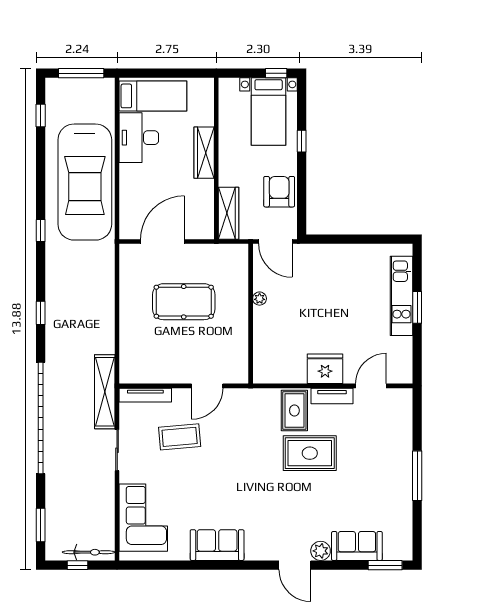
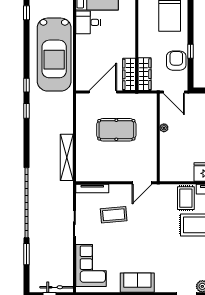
desk: (139, 138) -> (88, 22), width x0.73
window: (302, 141) -> (190, 51), moved
wardrobe: (204, 153) -> (129, 74), moved
window: (41, 313) -> (26, 111), moved
door: (207, 386) -> (142, 183), moved
shelving: (105, 392) -> (67, 157), moved
window: (41, 525) -> (26, 254), moved

